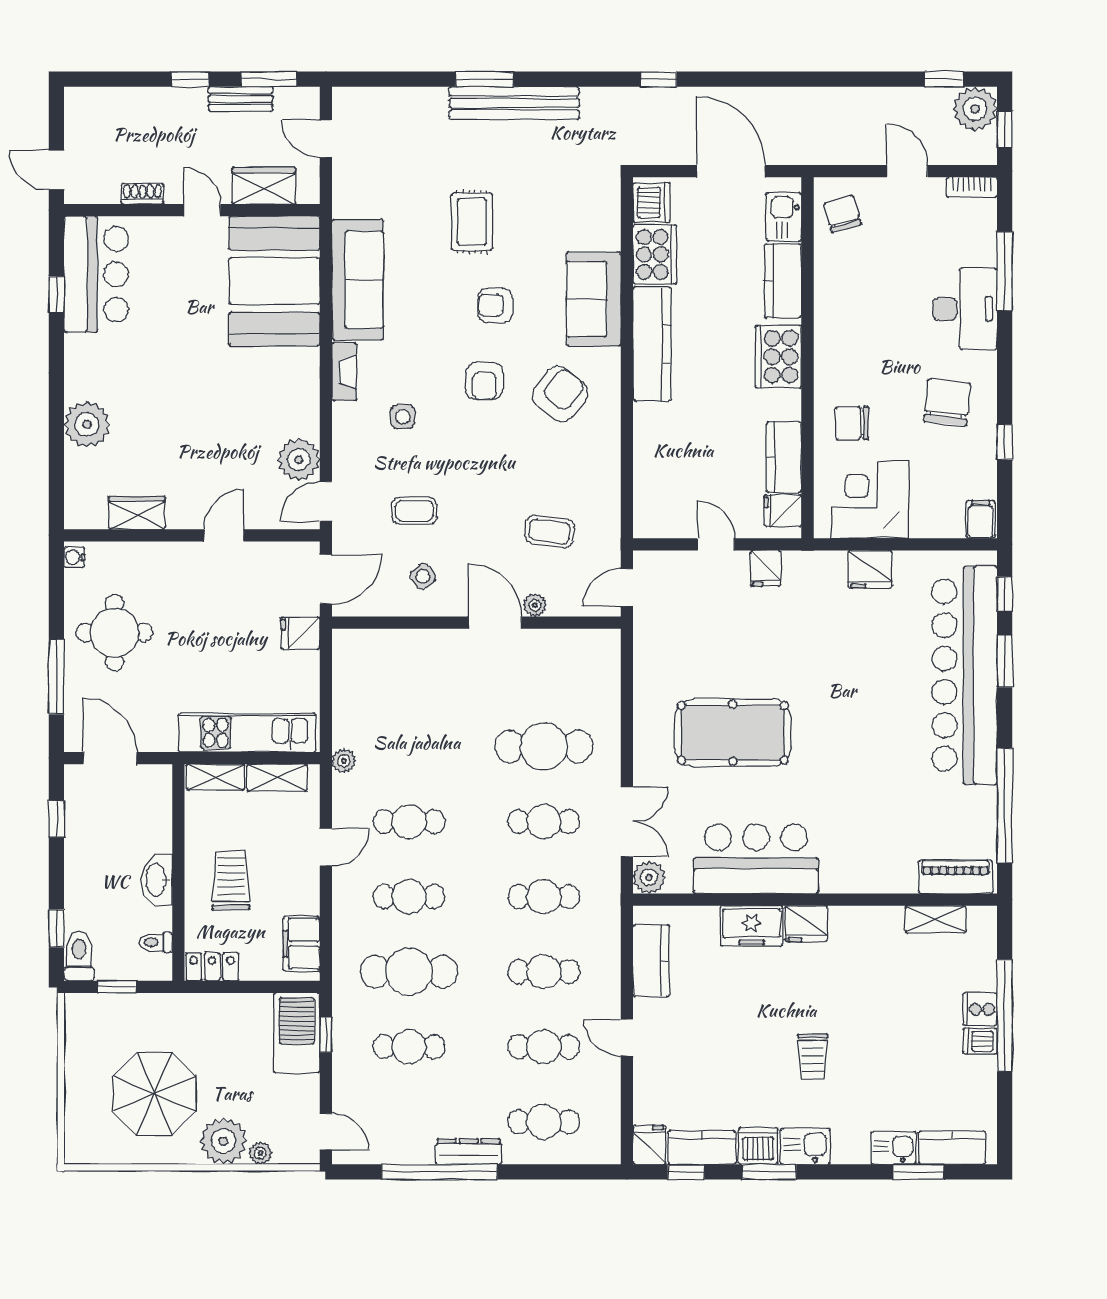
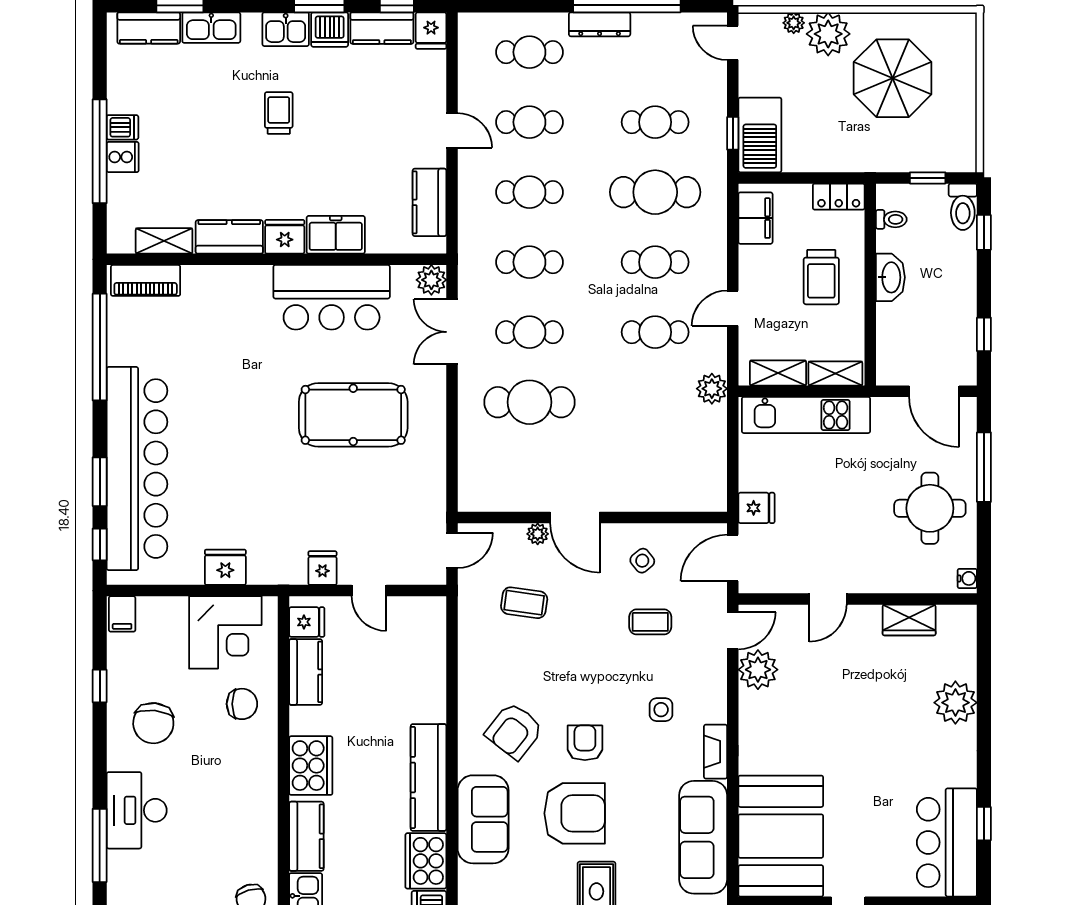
armchair: (495, 305) -> (575, 813), width x1.88, depth x1.88
plant: (344, 761) -> (712, 389), width x1.38, depth x1.38
kitchen counter: (866, 924) -> (229, 237), added
kitchen sink: (893, 1148) -> (211, 28), width x1.38

